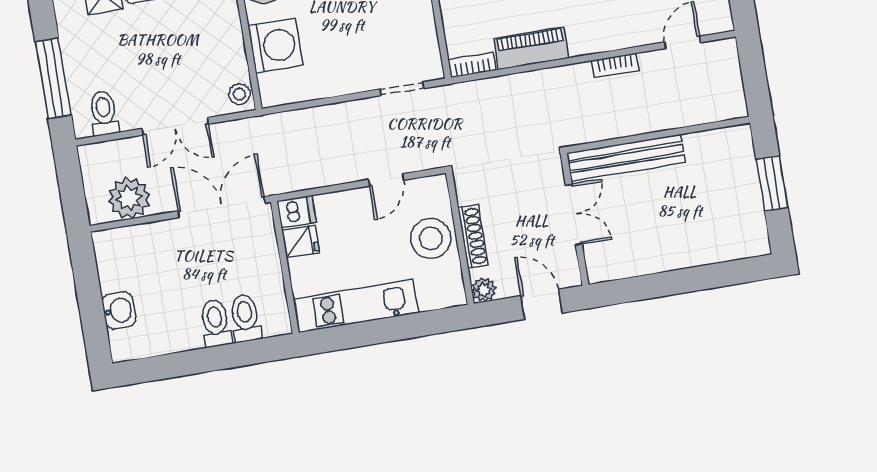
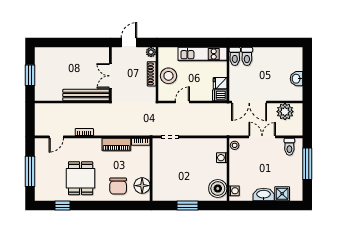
washing machine: (275, 46) -> (222, 158), width x0.53, depth x0.53
door: (542, 304) -> (129, 43), swing flipped
washbasin: (119, 311) -> (296, 79), moved
toilet: (216, 323) -> (235, 56), moved

